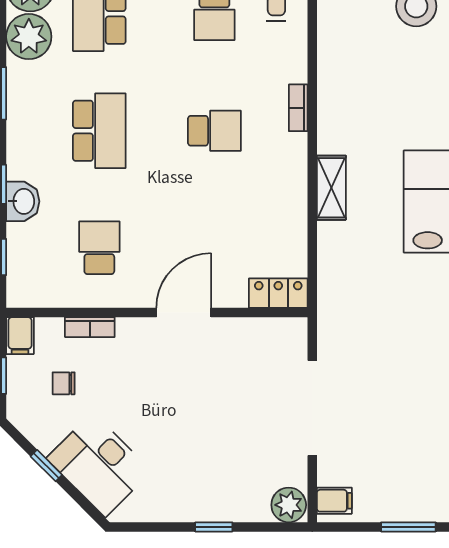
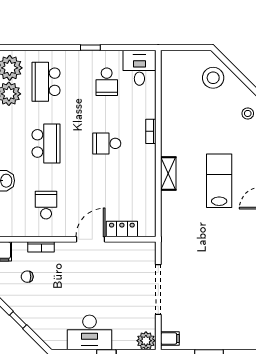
school desk: (214, 131) -> (107, 143), turned 180
locker: (278, 293) -> (122, 229), moved
desk: (99, 465) -> (89, 332), moved, turned -45

